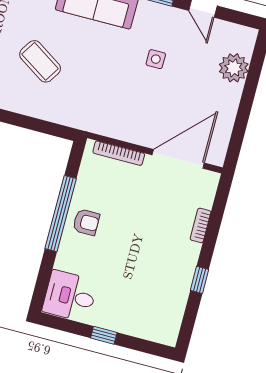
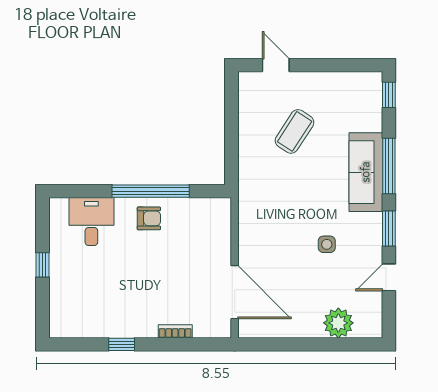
bookcase: (119, 153) -> (225, 232), removed
armchair: (86, 222) -> (149, 218), turned -90
desk: (70, 296) -> (91, 222), moved

